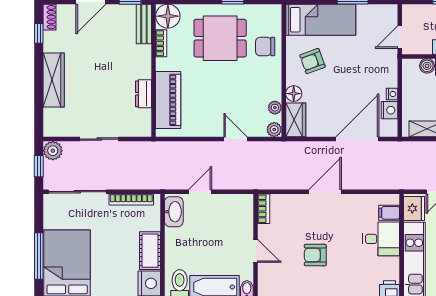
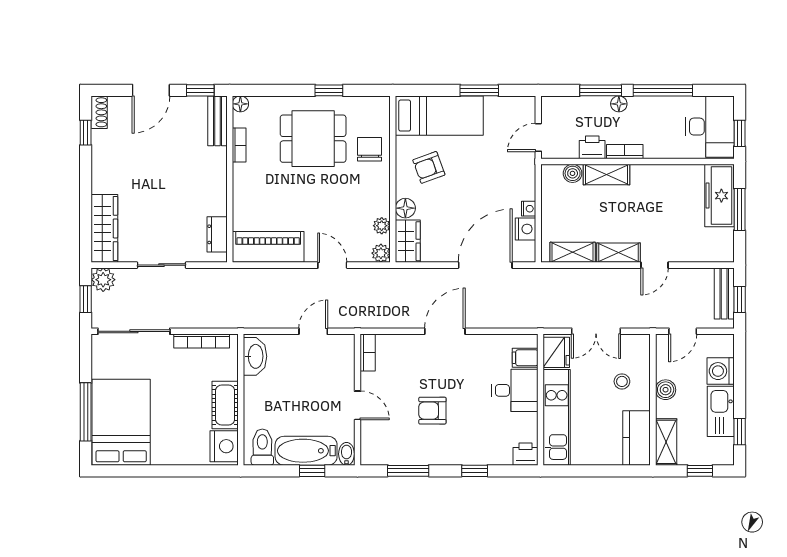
floor lamp: (168, 16) -> (240, 104), width x0.53, depth x0.53
chair: (265, 47) -> (370, 149), turned 90
wardrobe: (54, 80) -> (104, 228), moved
dresser: (144, 94) -> (217, 234), moved
piano: (168, 100) -> (268, 247), moved, turned -90
door: (200, 192) -> (313, 331), moved

